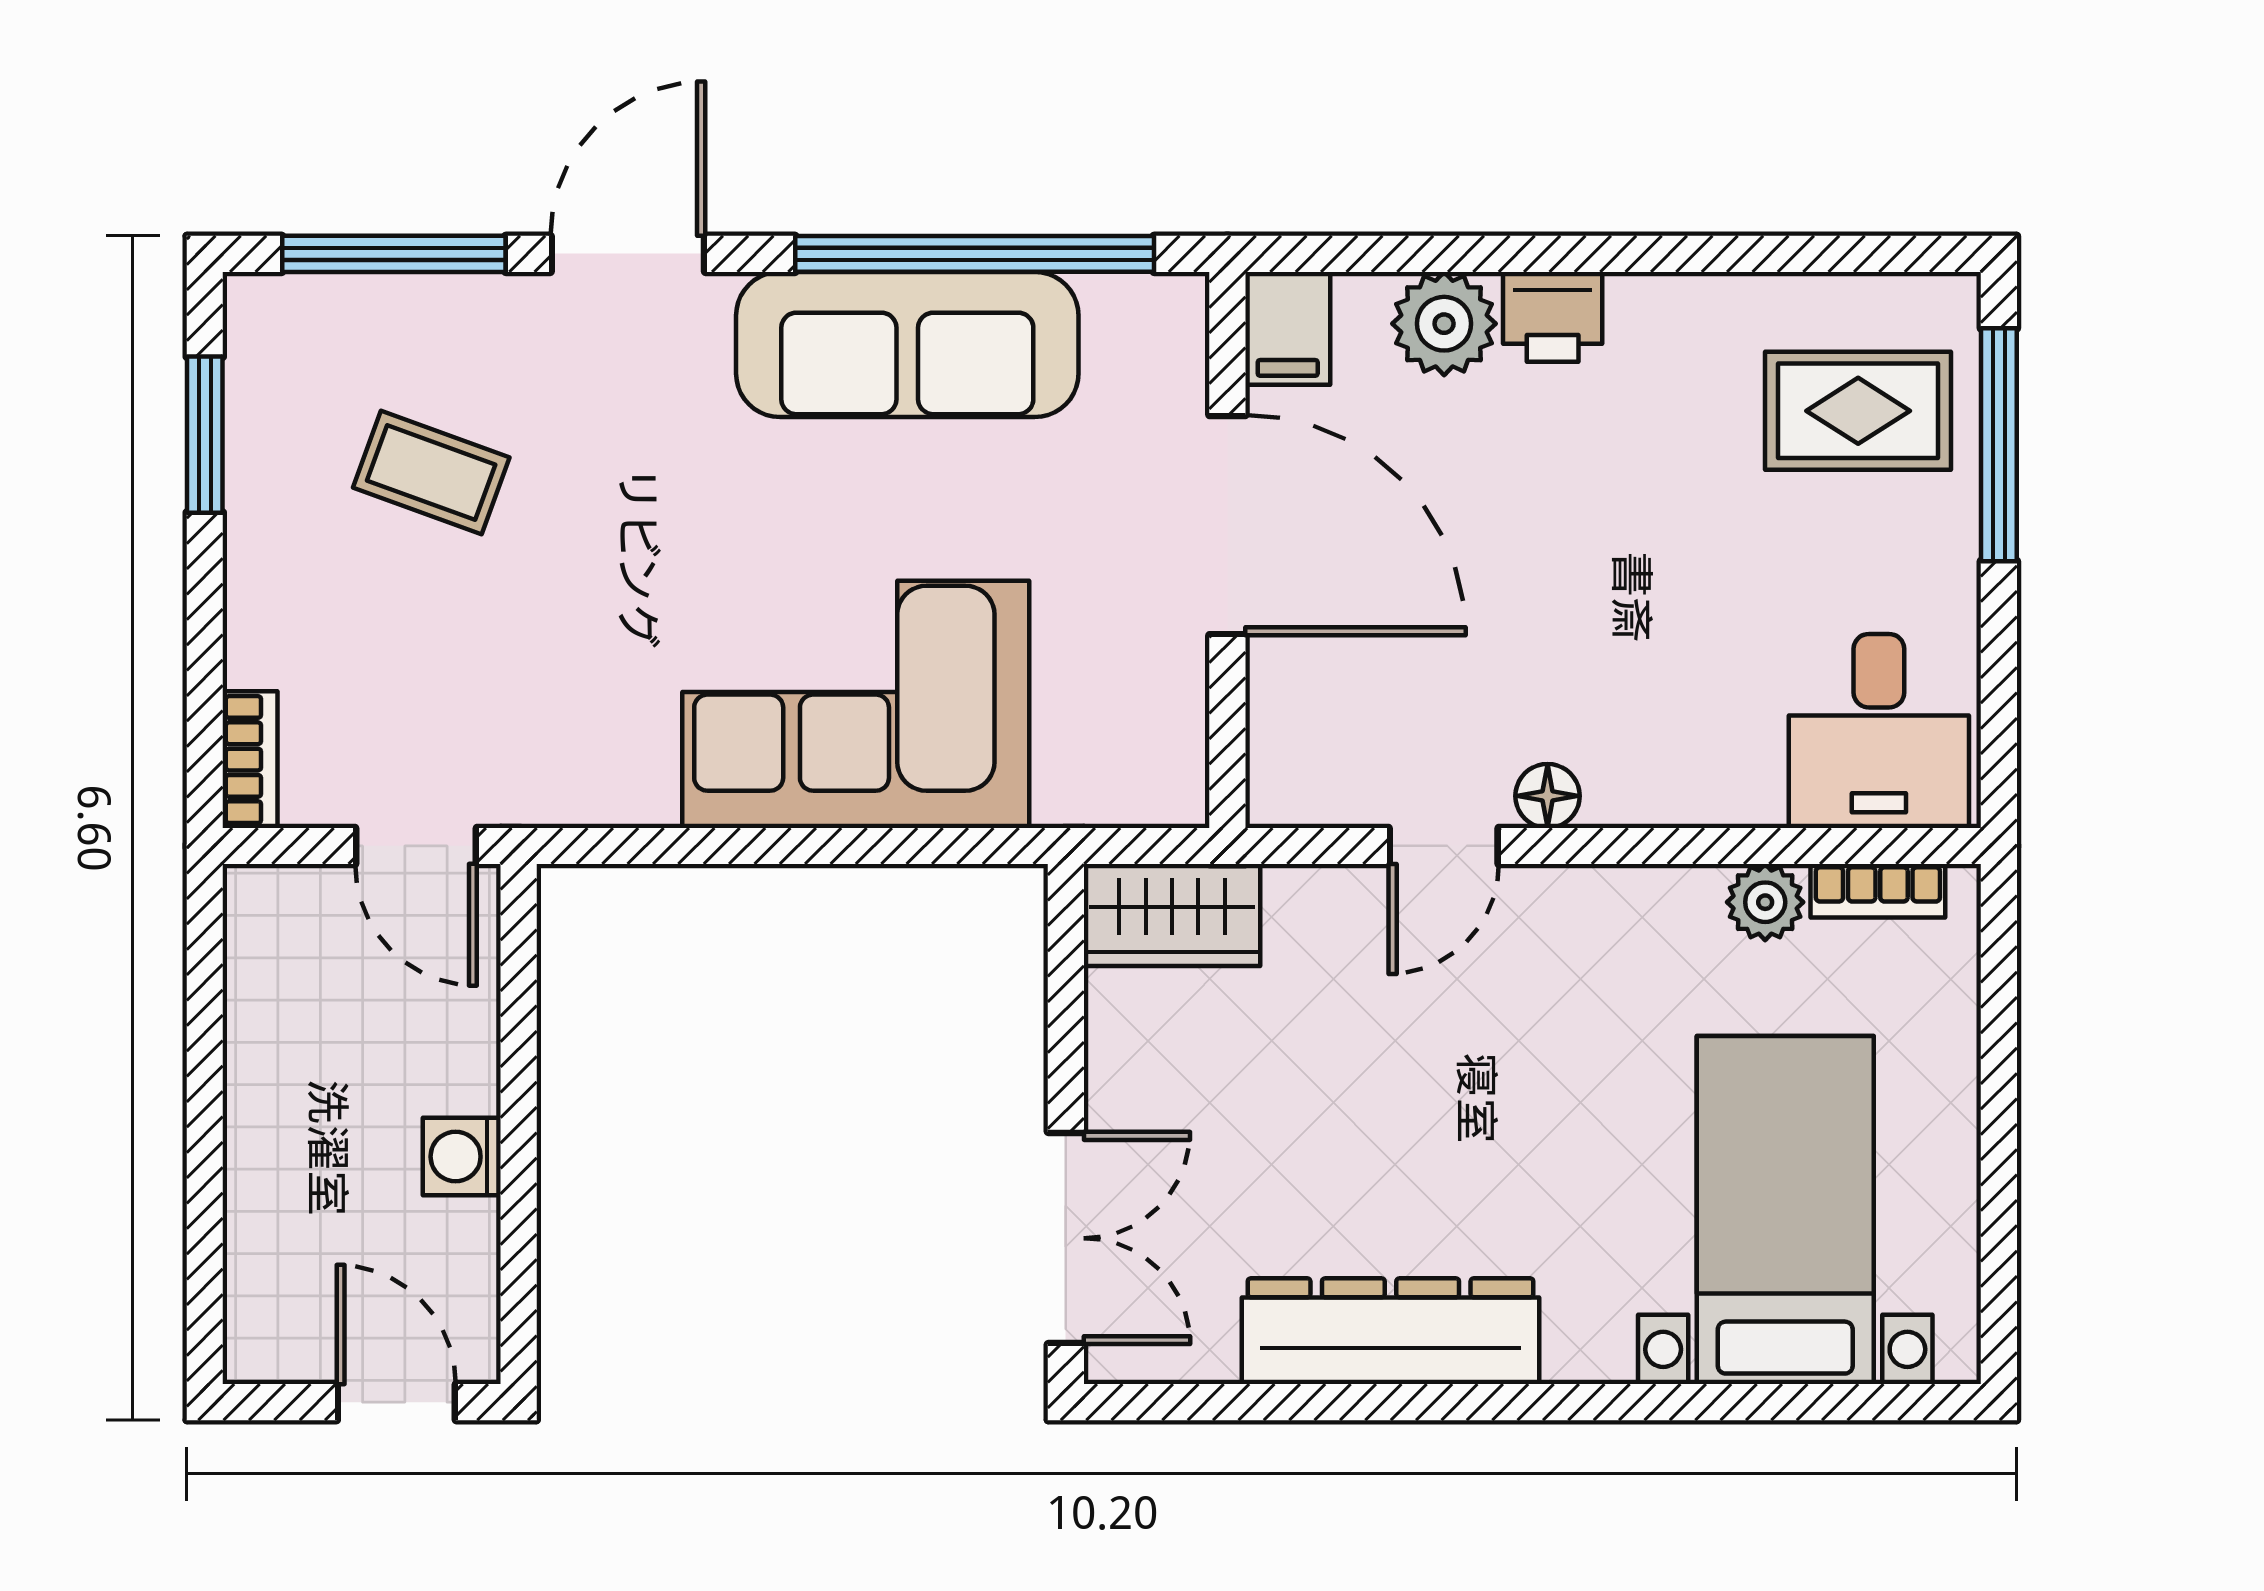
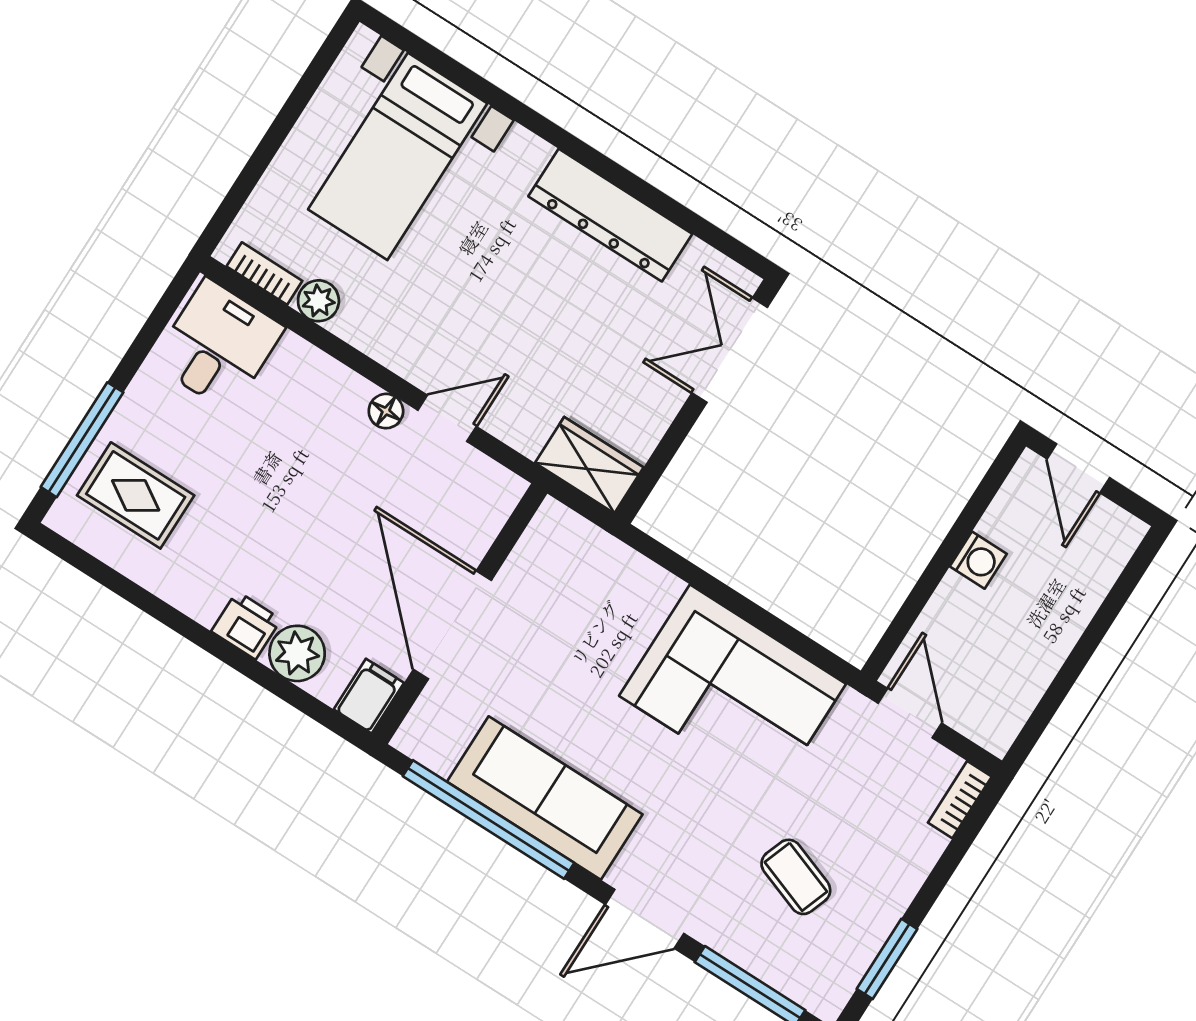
corner sofa: (856, 704) -> (733, 690), moved

